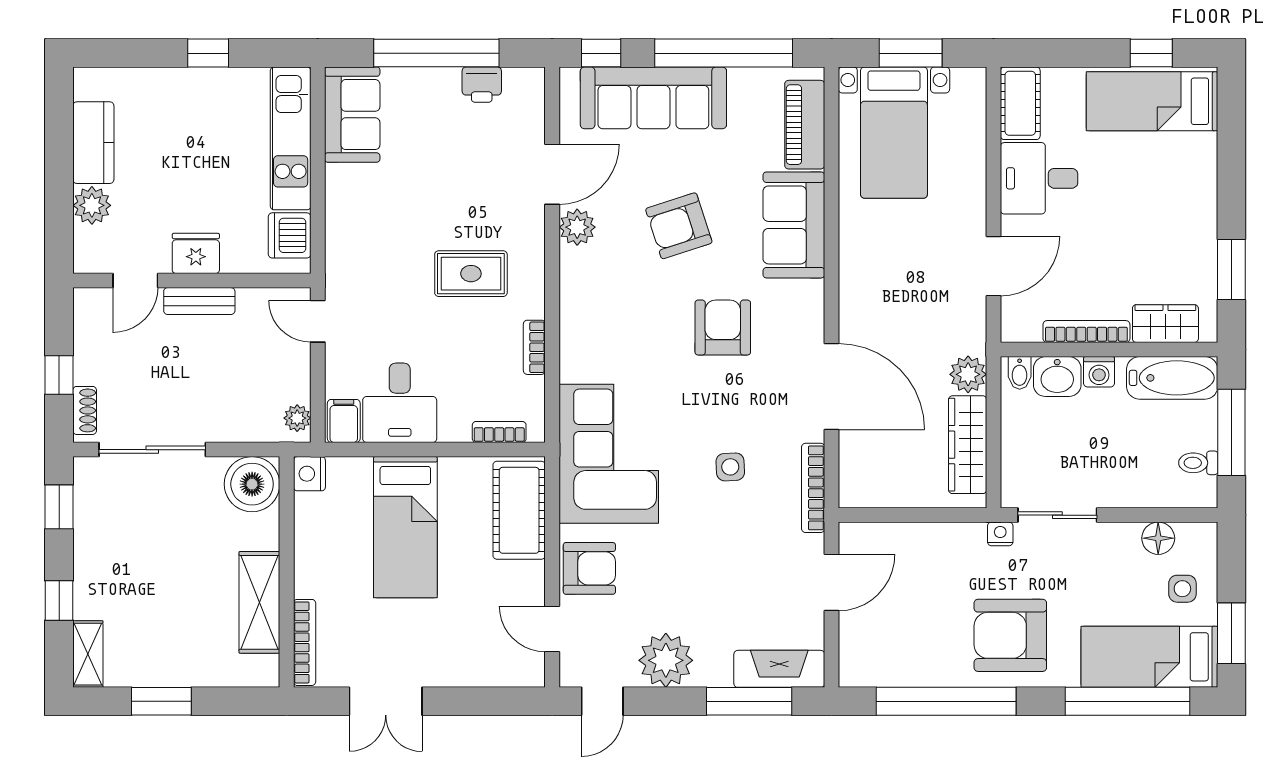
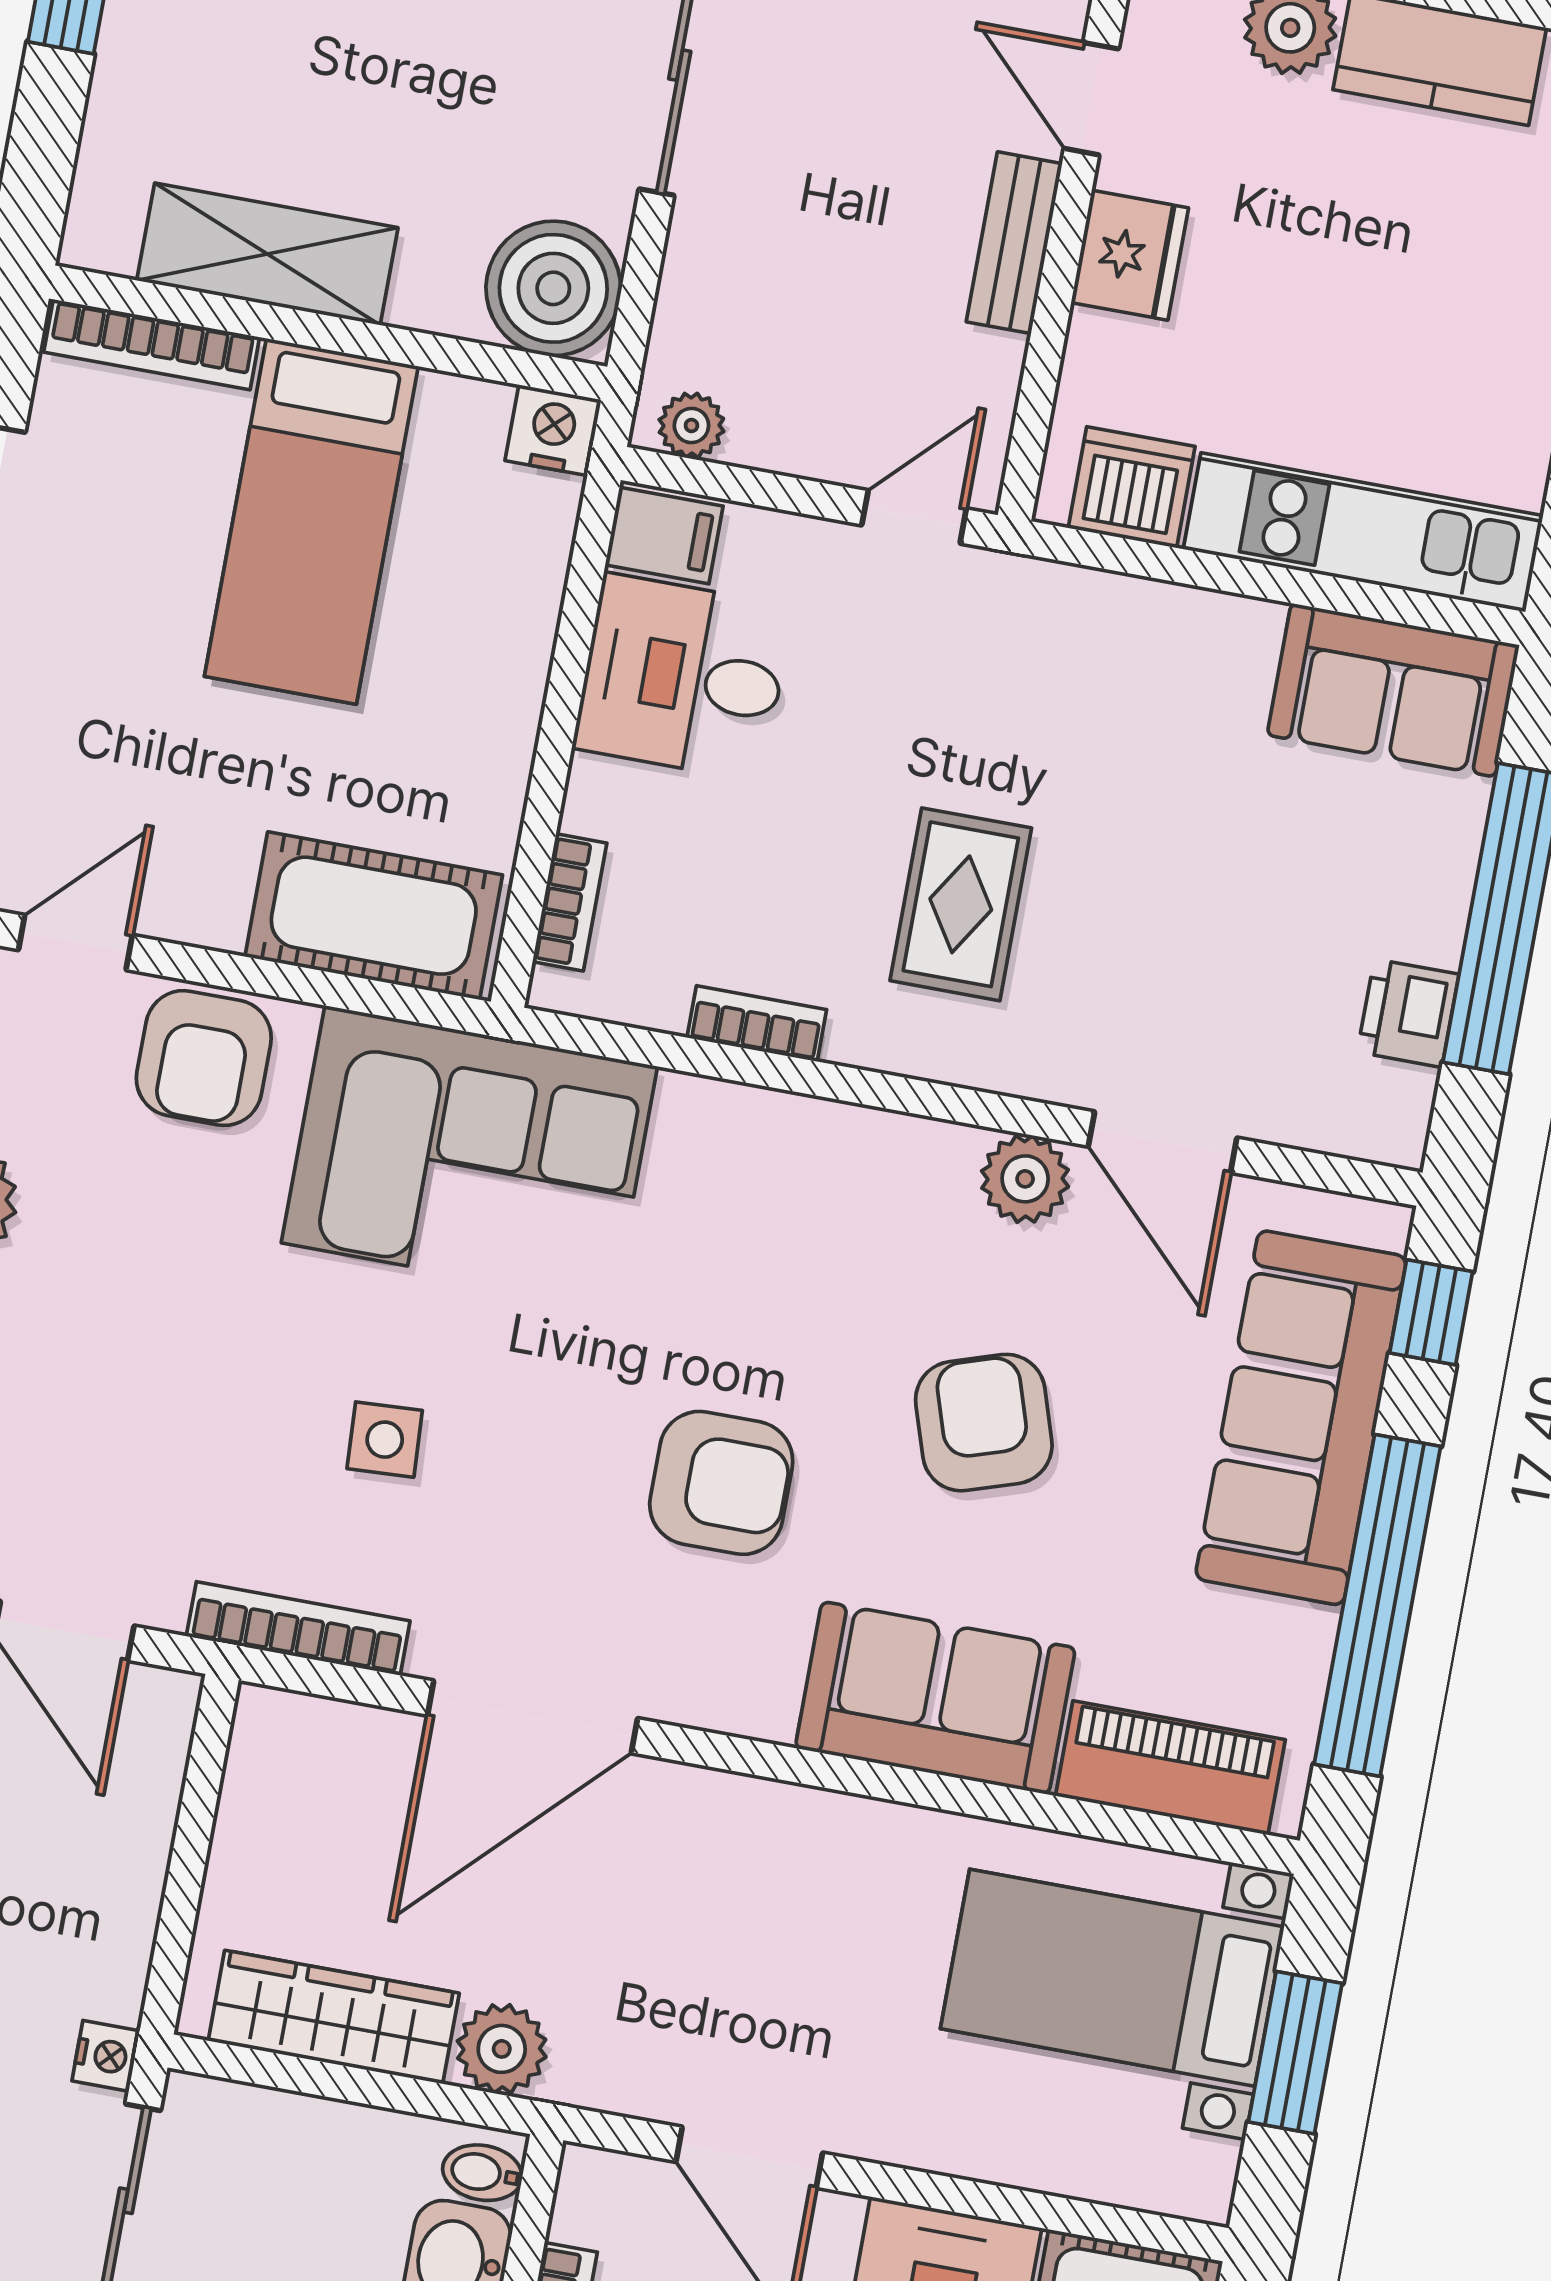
bed: (405, 527) -> (311, 521), moved, turned -90

